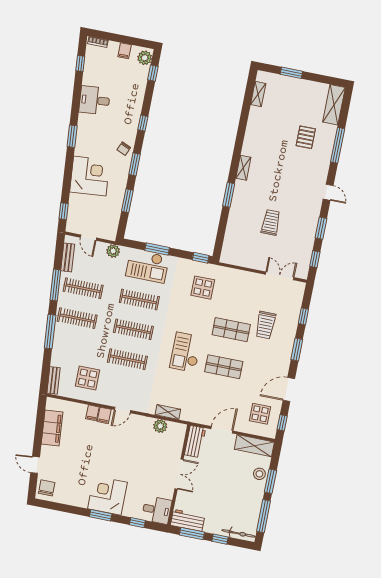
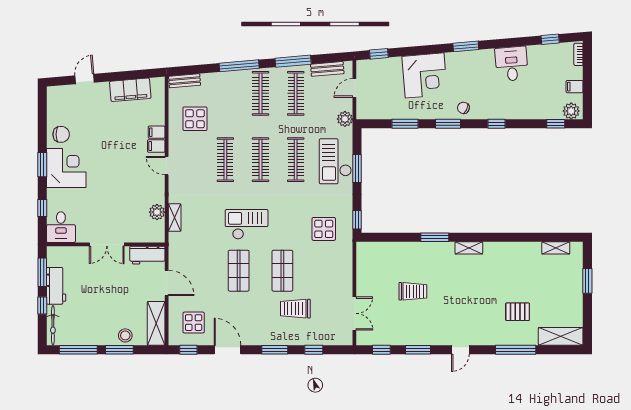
chair: (47, 488) -> (61, 134), moved
workbench: (188, 520) -> (56, 286), moved

